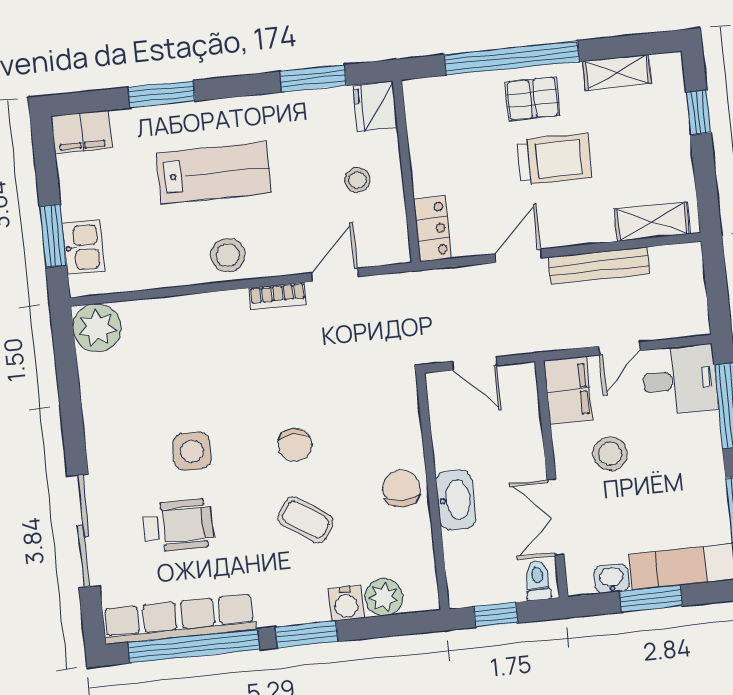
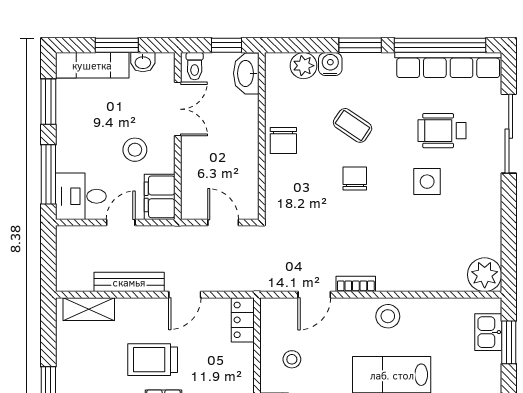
washbasin: (456, 500) -> (246, 73), moved

